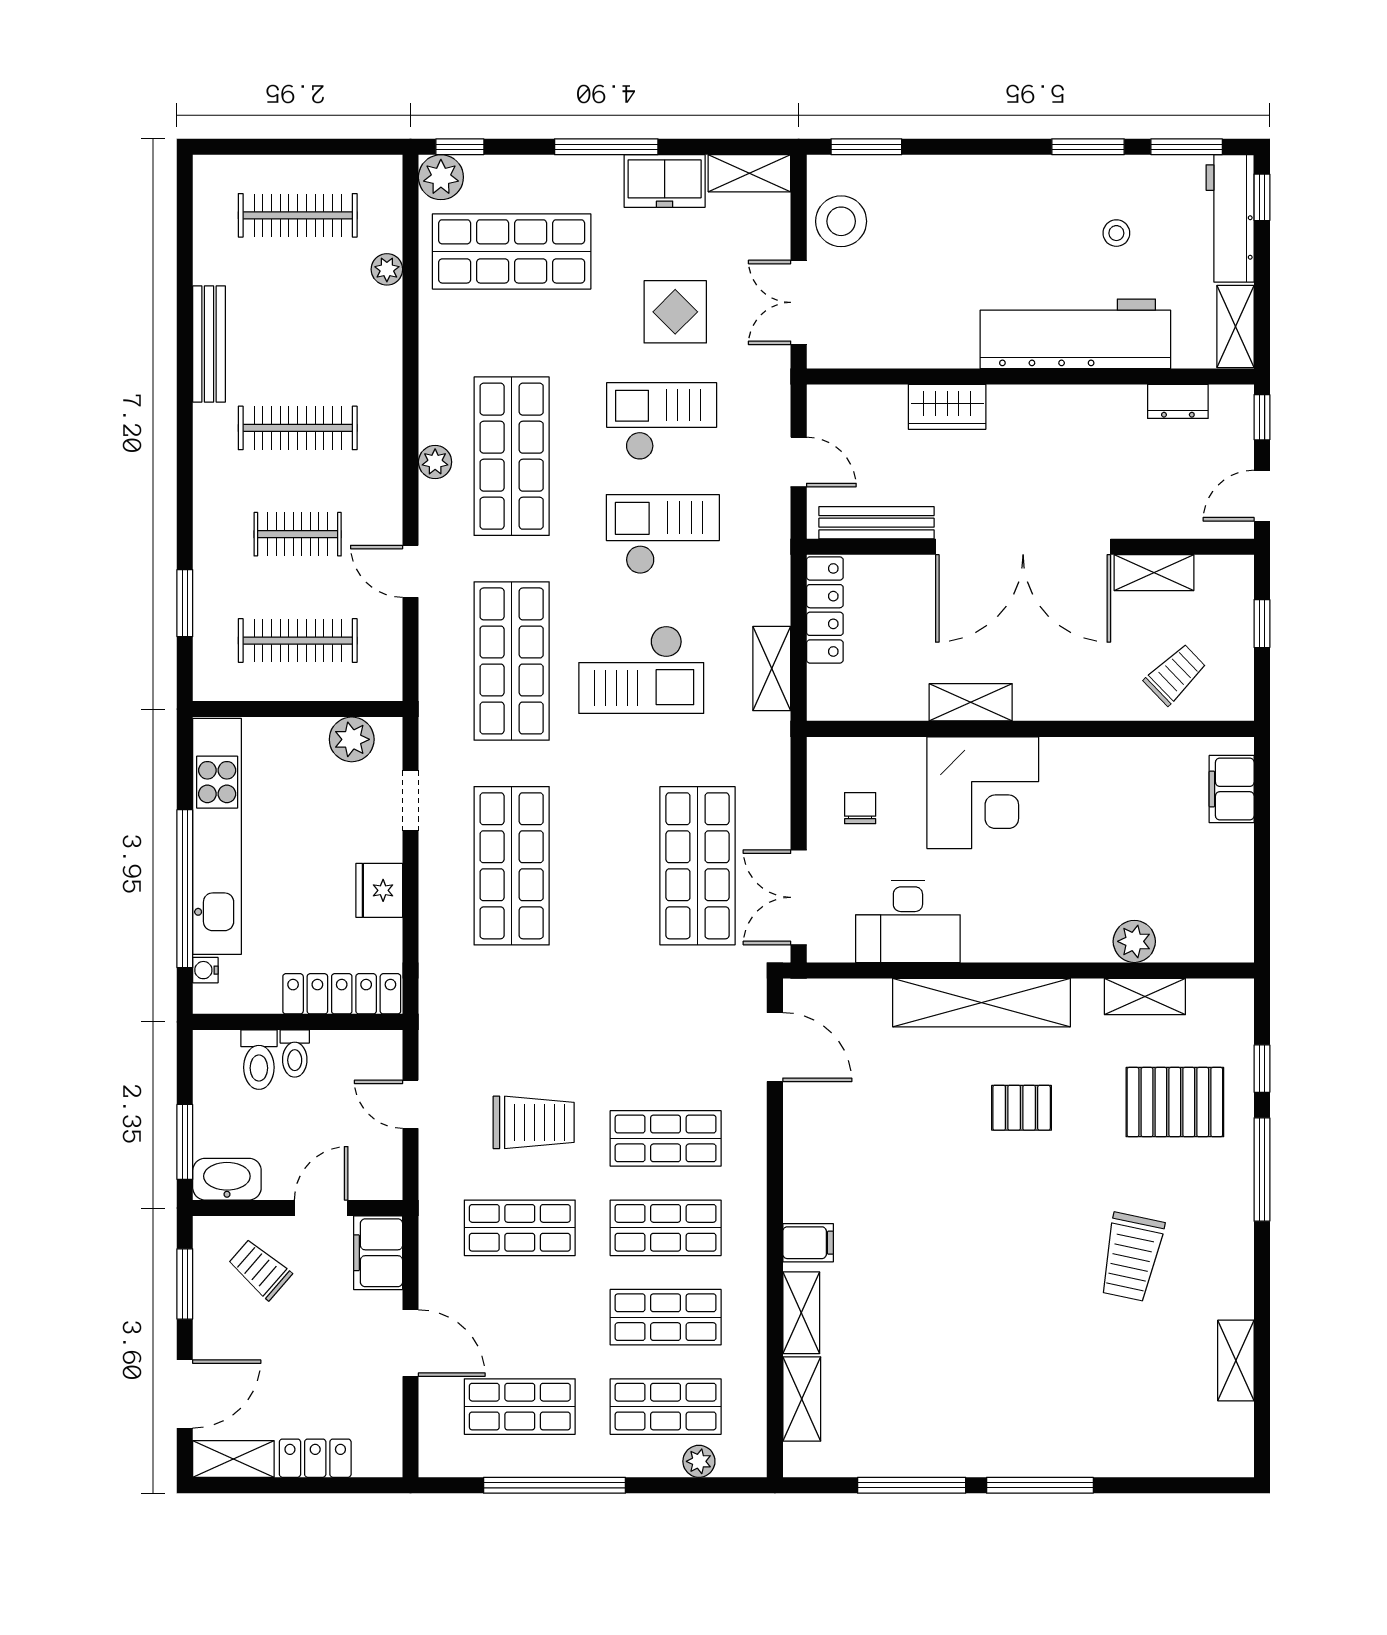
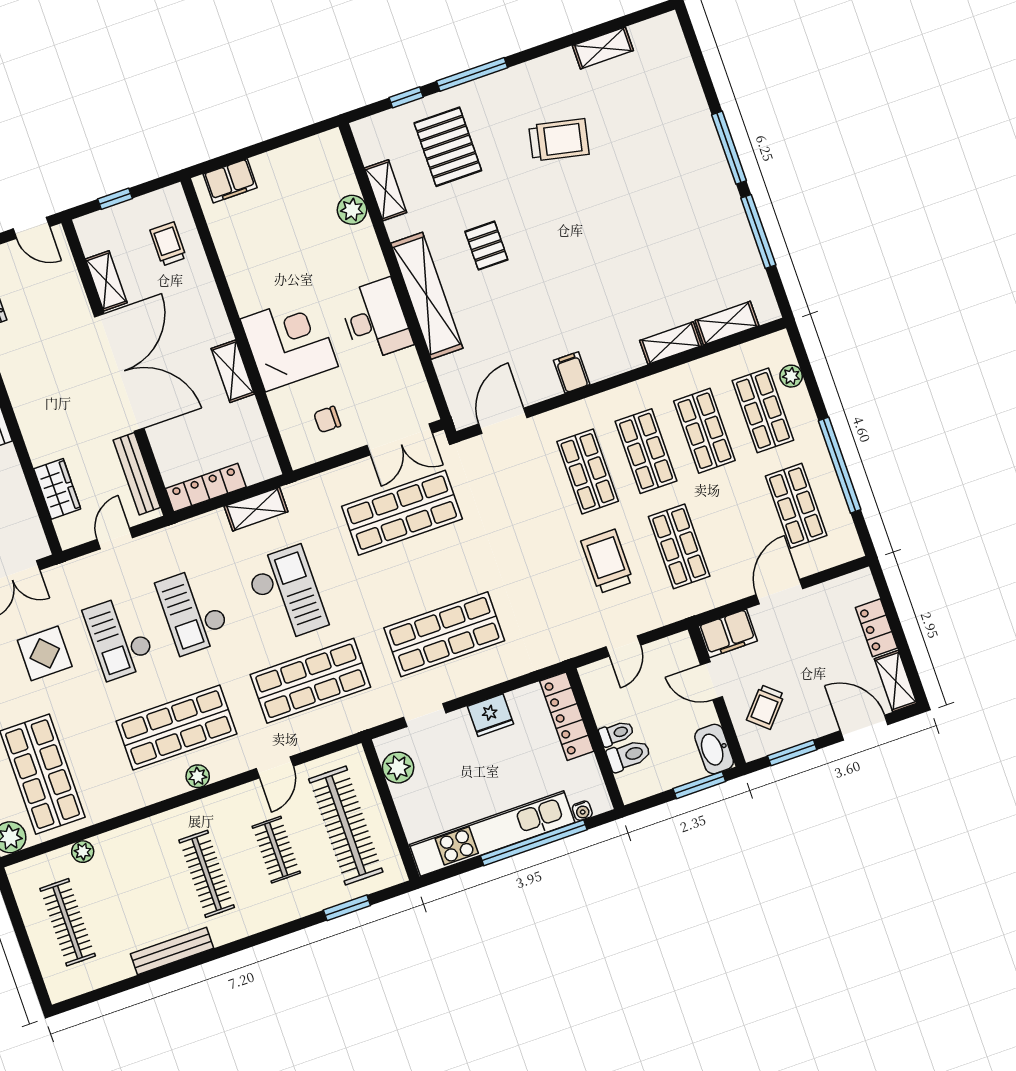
wardrobe: (947, 407) -> (57, 489), moved
clothes rail: (298, 641) -> (346, 825), width x1.37, depth x1.31
trolley: (1175, 674) -> (168, 244), turned 44
desk: (908, 921) -> (376, 320), moved
filing cabinet: (808, 1243) -> (572, 372), moved

